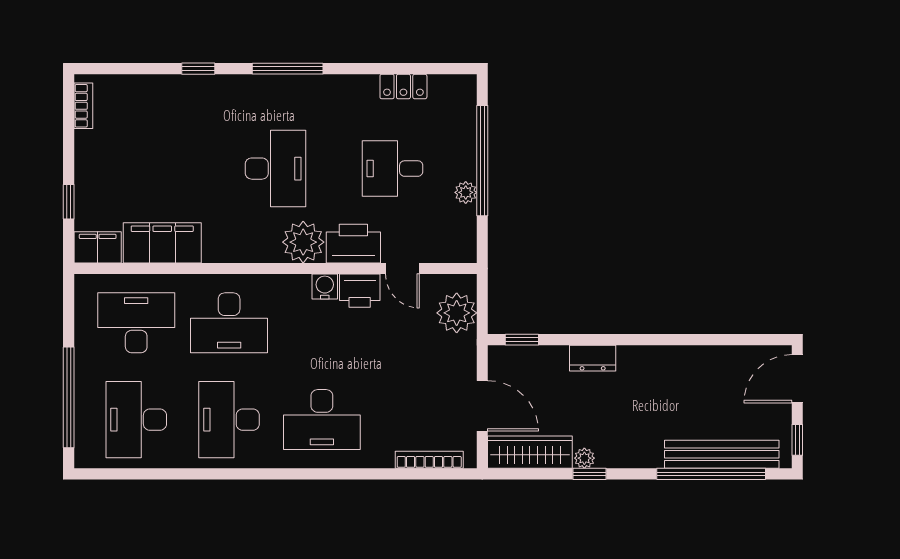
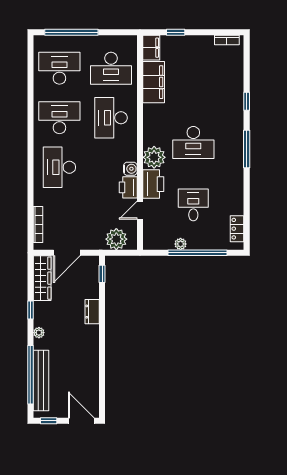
locker: (403, 86) -> (237, 229), moved
desk: (136, 323) -> (111, 68), turned 90
plant: (584, 458) -> (39, 333), moved

